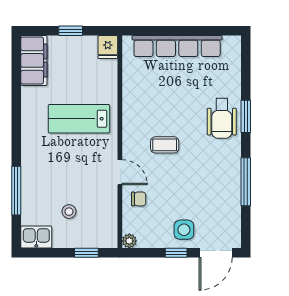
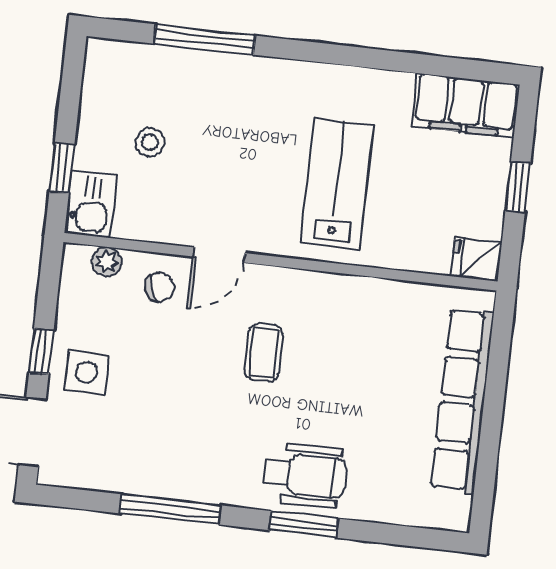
wheelchair: (222, 118) -> (305, 475), turned 180
chair: (139, 199) -> (160, 287), turned -109
kitchen sink: (36, 237) -> (90, 204), moved
plant: (129, 241) -> (107, 262), moved

